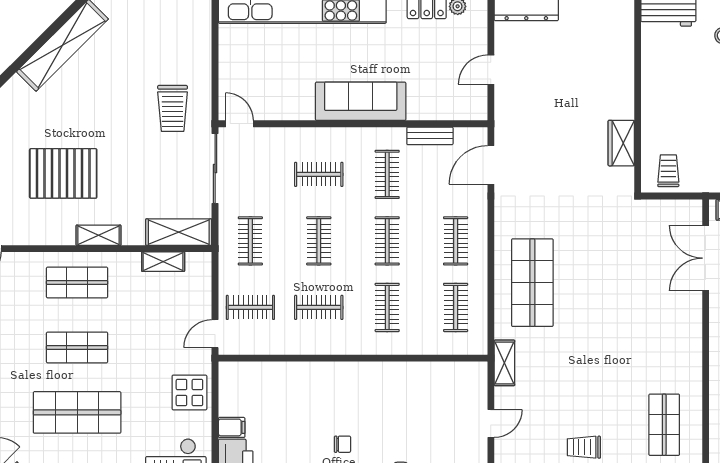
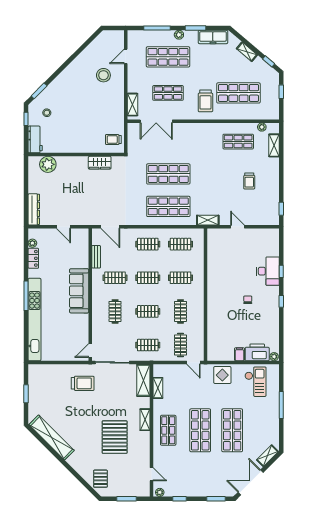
plant: (618, 38) -> (48, 164), added
shop shelf: (598, 283) -> (168, 174), added
shop shelf: (77, 347) -> (200, 430), width x1.43, depth x1.36

